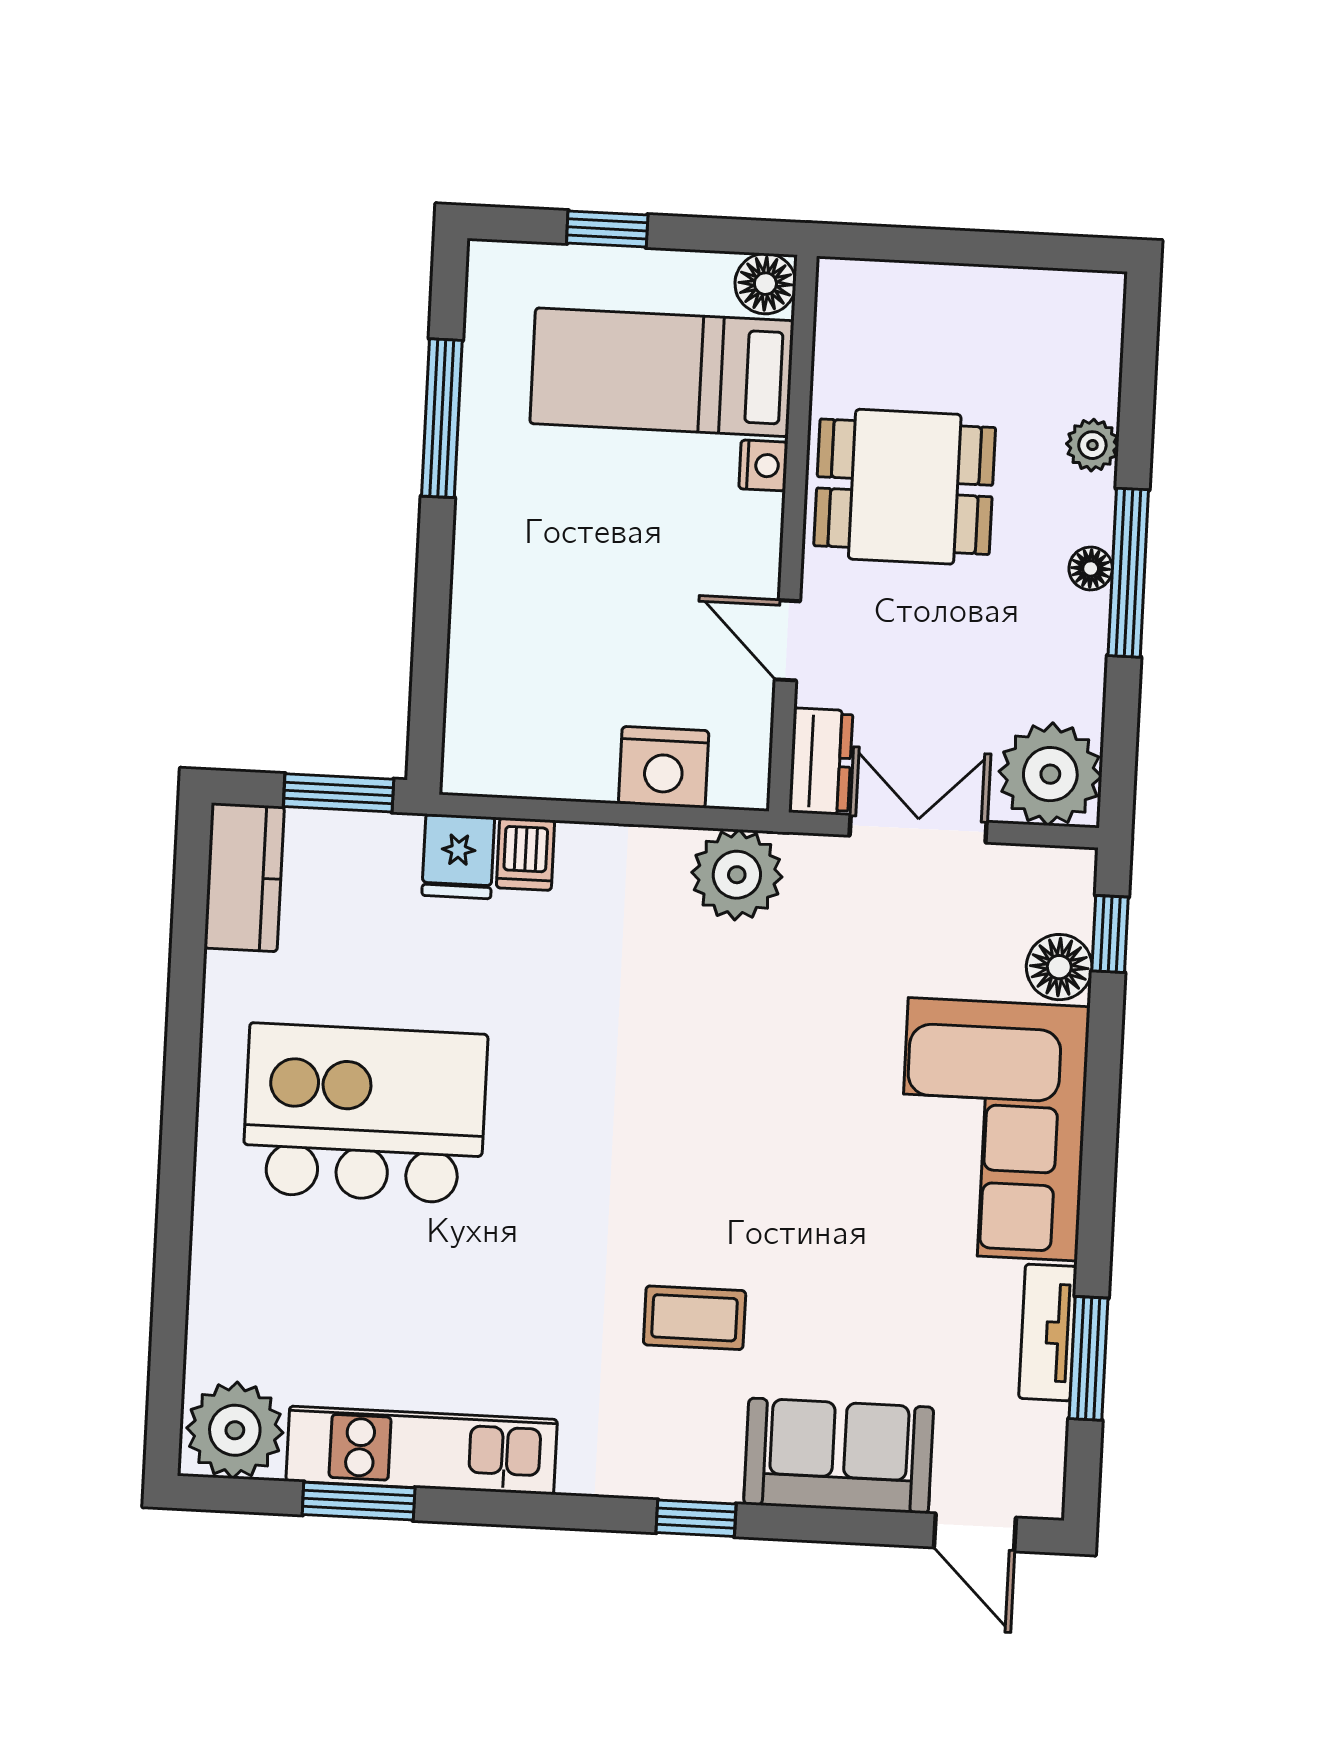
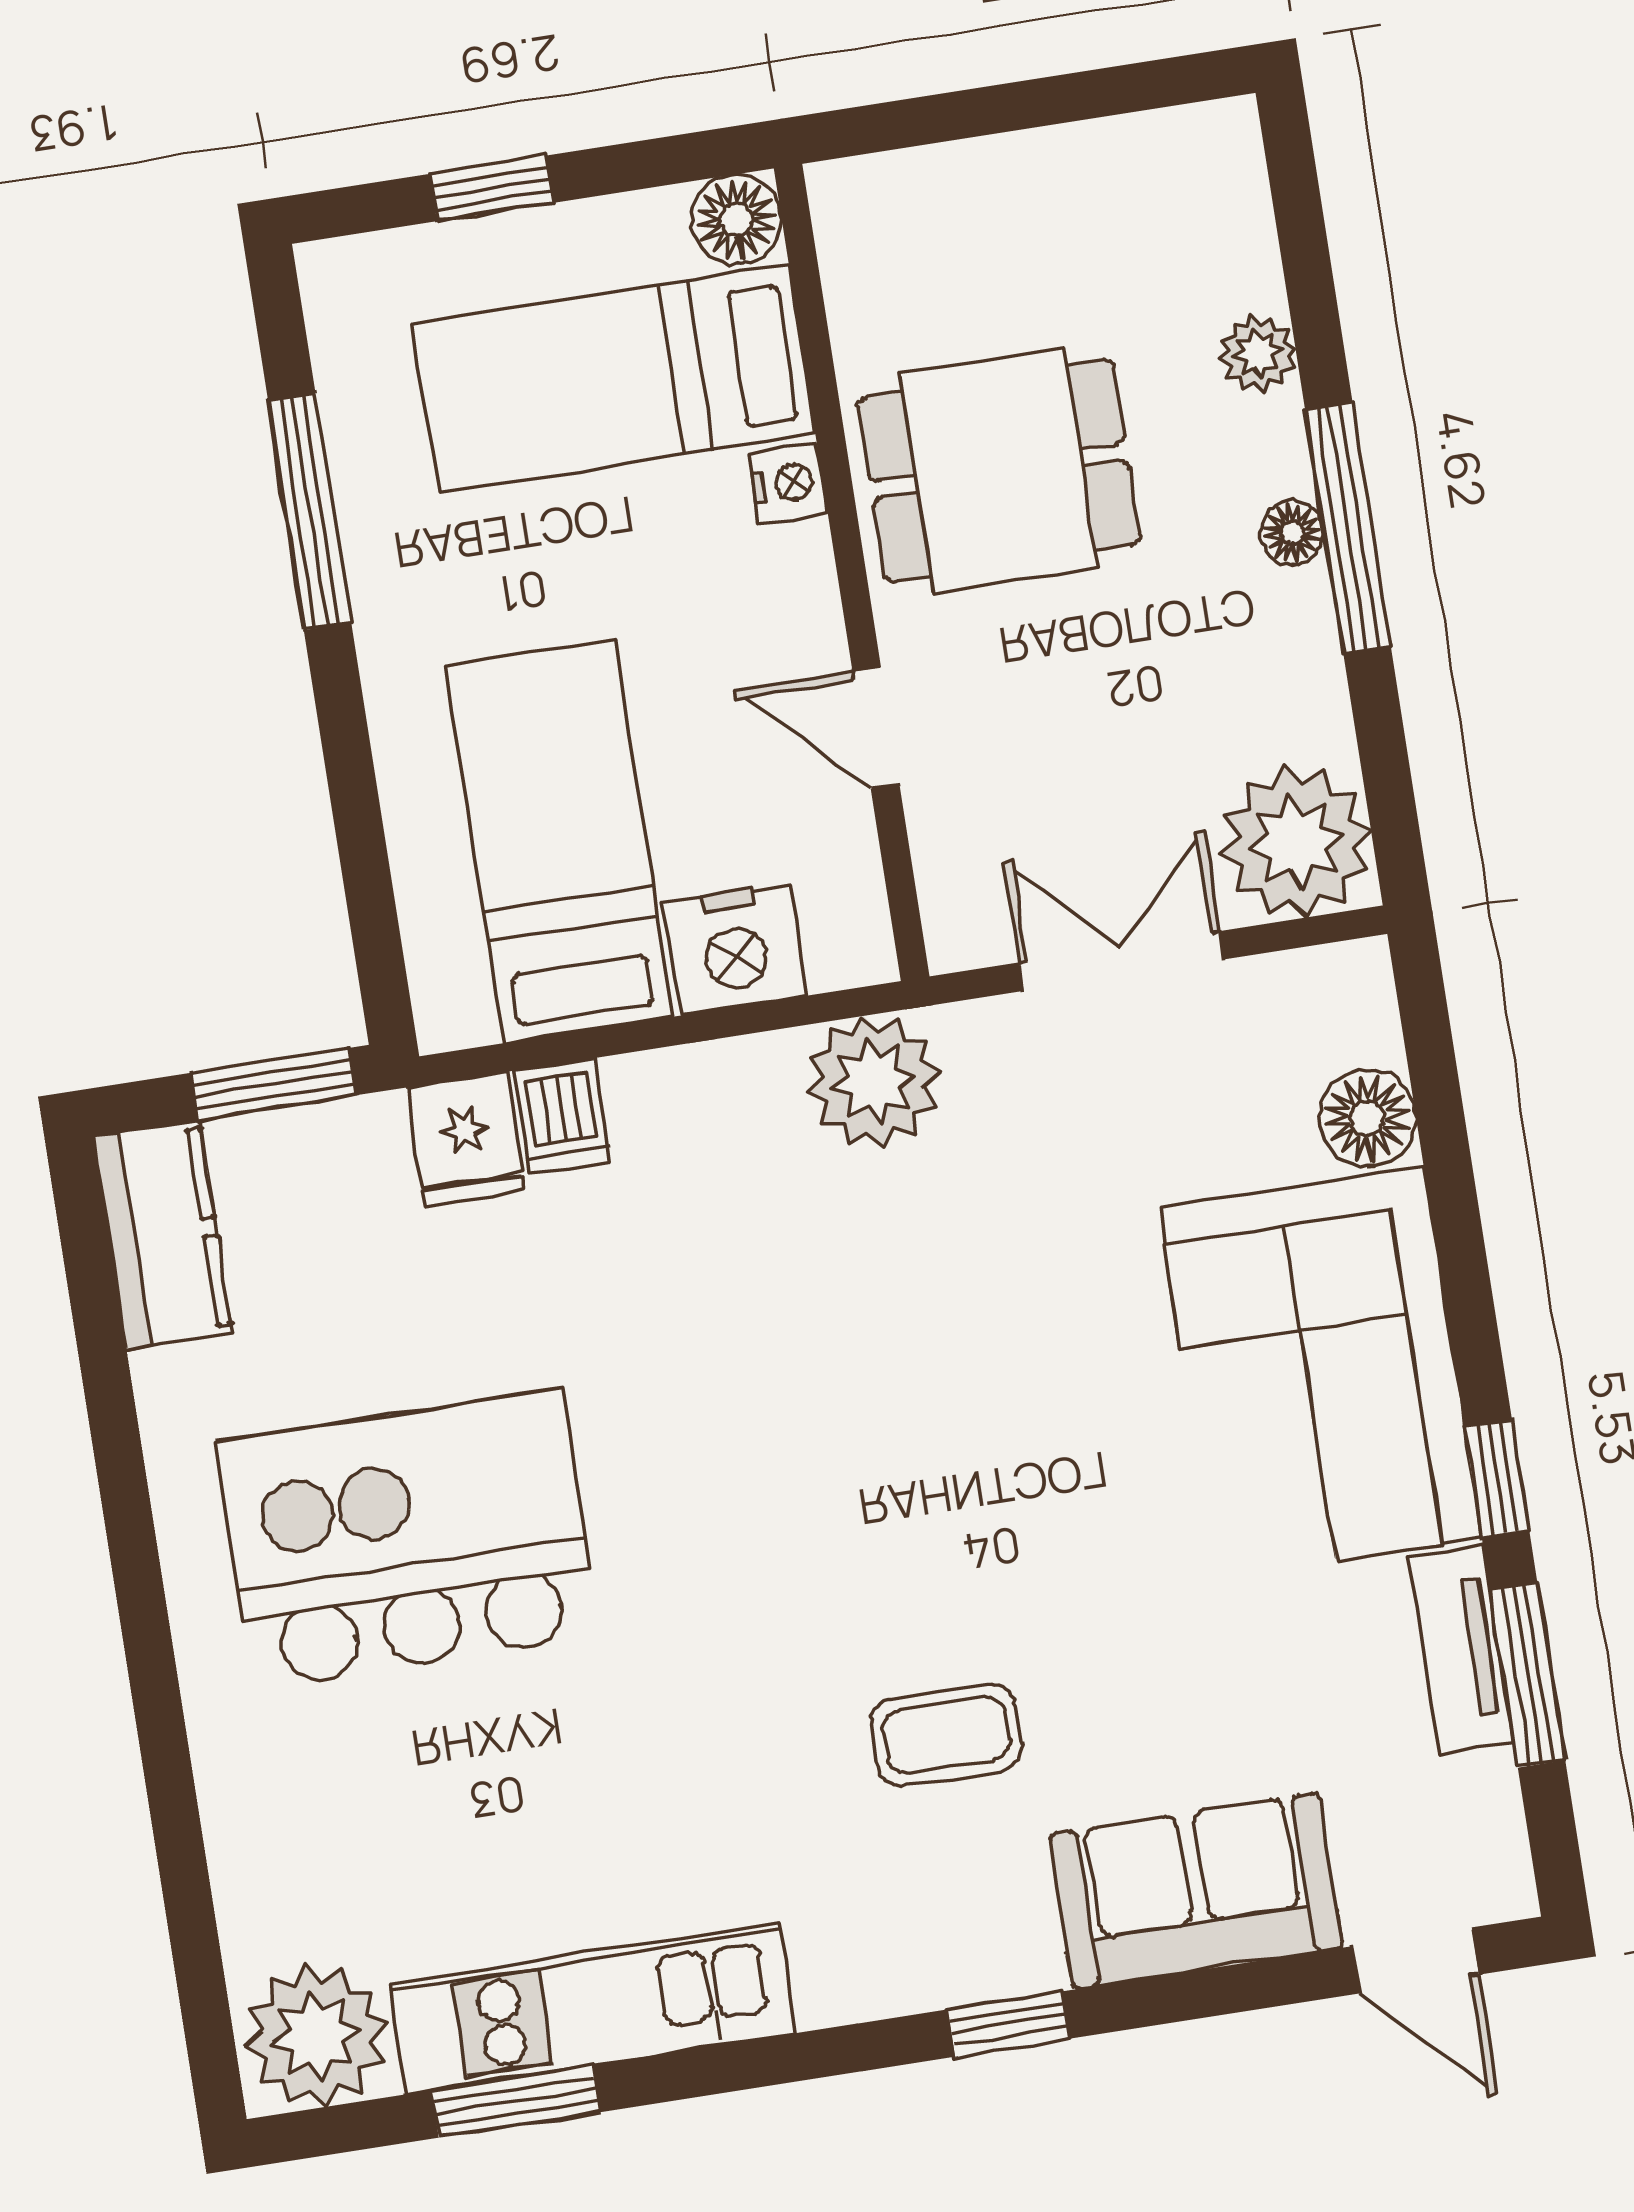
bed: (562, 672) -> (559, 841), added
dresser: (821, 761) -> (960, 893), removed
window: (1110, 934) -> (1497, 1479), moved

